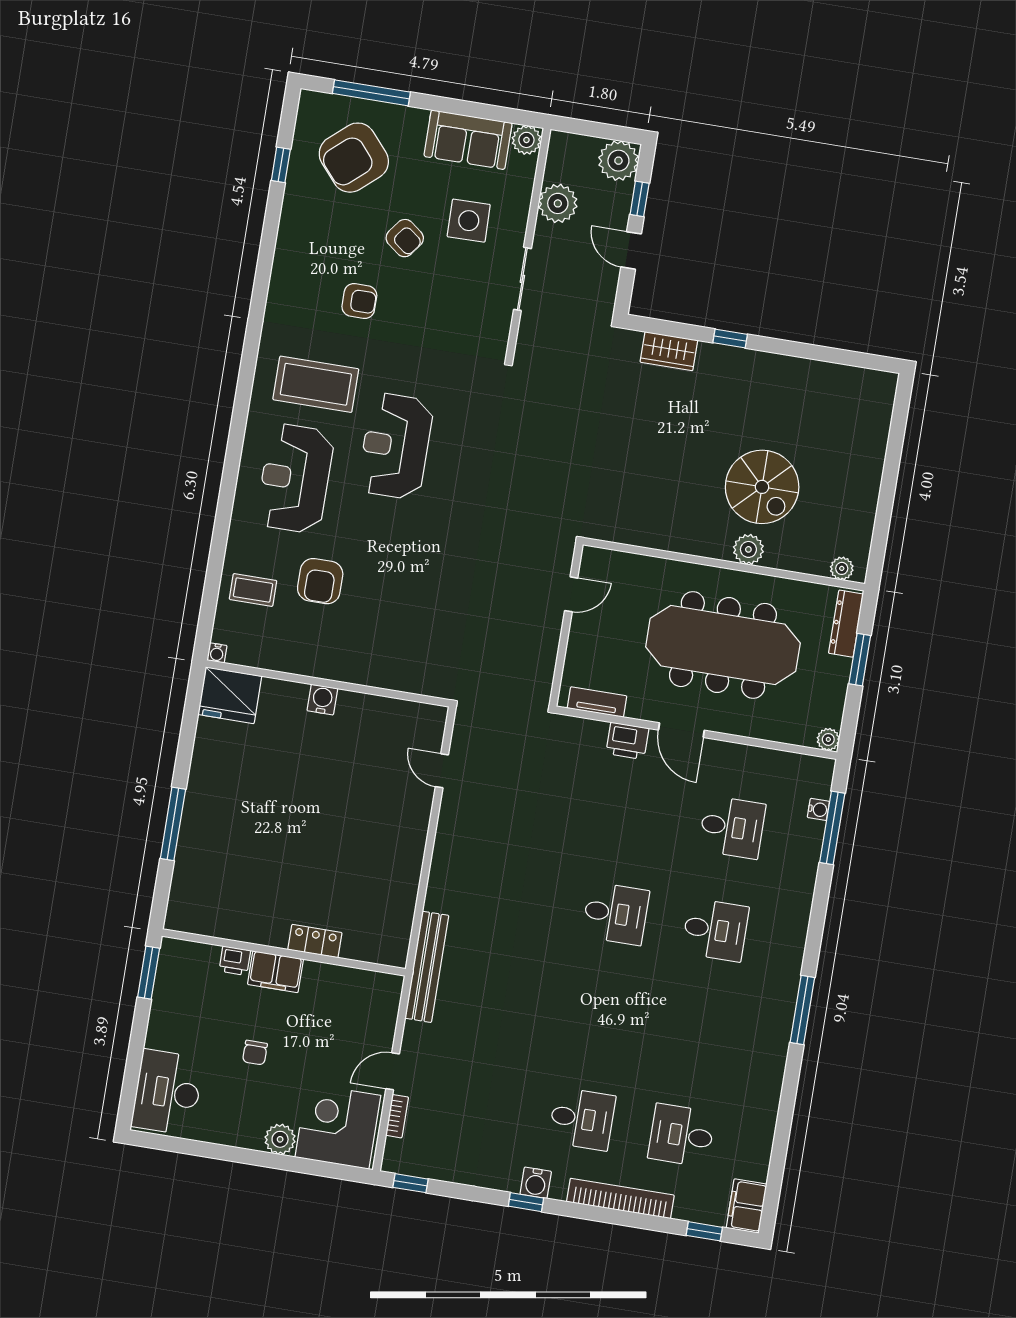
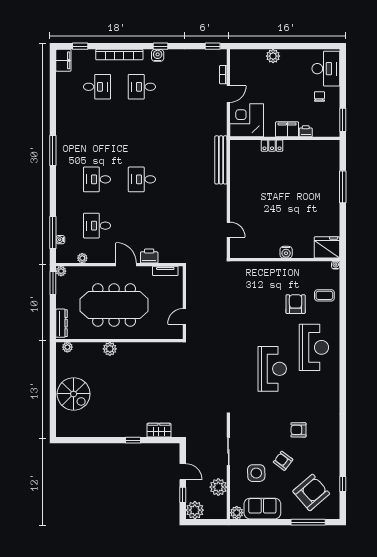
coffee table: (316, 384) -> (312, 390), removed
spiral stairs: (762, 487) -> (74, 394), moved, turned 180
window: (860, 660) -> (53, 283), moved
plant: (776, 760) -> (82, 258), added
bench: (427, 967) -> (221, 160), moved
chair: (255, 1053) -> (319, 96), moved
corner desk: (338, 1126) -> (247, 120), moved, turned 180

